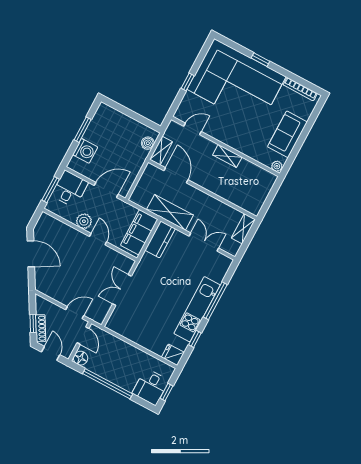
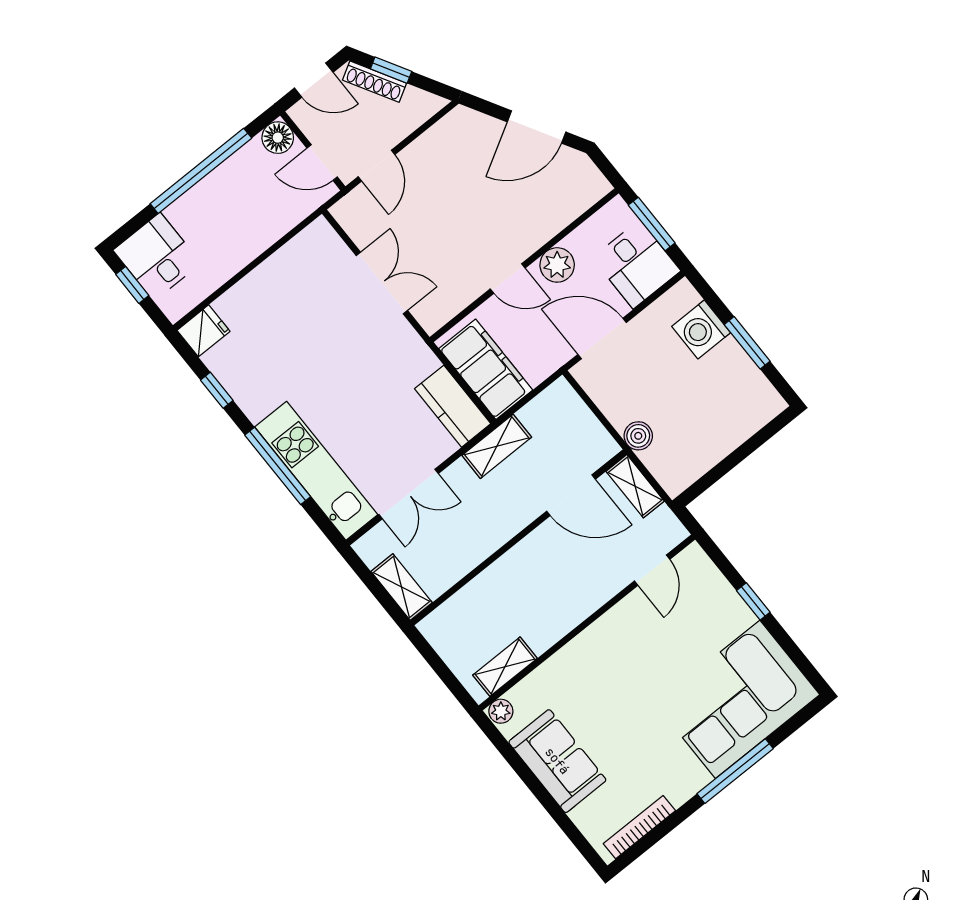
window: (260, 60) -> (735, 771), width x2.17
corner sofa: (236, 83) -> (738, 699), width x0.73, depth x0.74
boiler: (148, 143) -> (638, 436), moved
shelving: (227, 156) -> (505, 667), moved
door: (106, 190) -> (602, 338), swing flipped
shelving: (170, 212) -> (497, 446), width x0.67, depth x0.75
kitchen unit: (197, 309) -> (316, 471), moved

